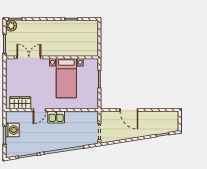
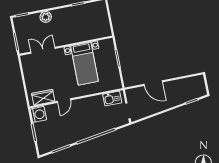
plant: (11, 26) -> (46, 17), moved
kitchen sink: (56, 117) -> (112, 99), moved
washing machine: (12, 130) -> (38, 114), moved

